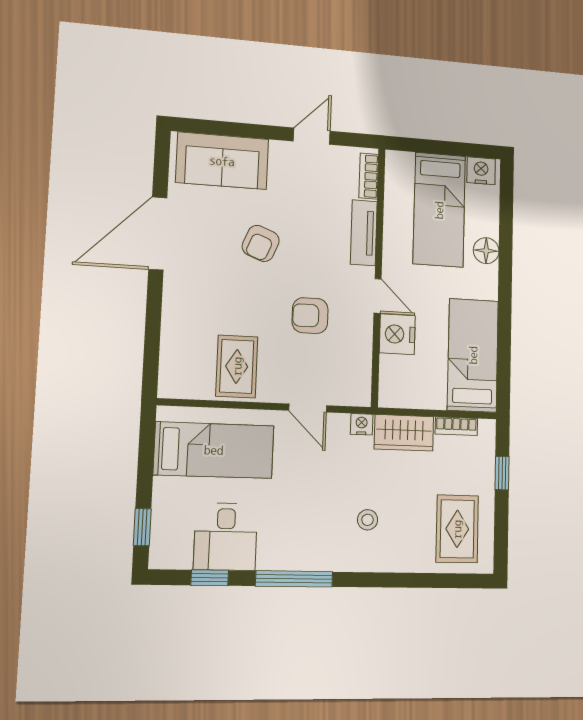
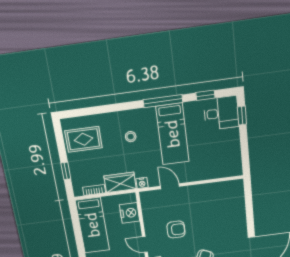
nightstand: (397, 334) -> (130, 213), moved
rug: (237, 366) -> (207, 200), removed
bed: (214, 450) -> (172, 134), moved, turned -90
rug: (457, 529) -> (83, 139), turned 90
desk: (226, 537) -> (221, 113), moved, turned 90

